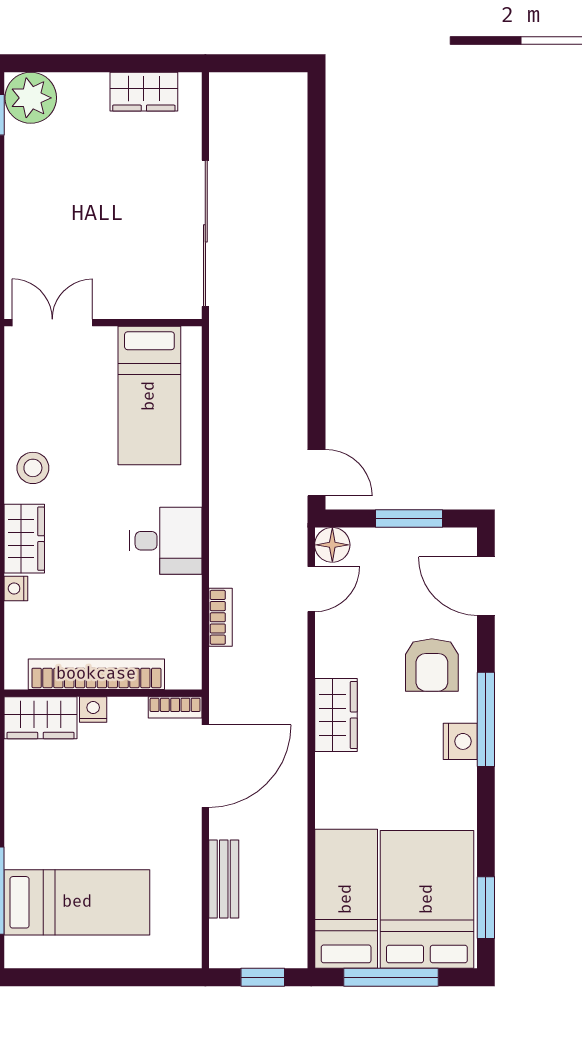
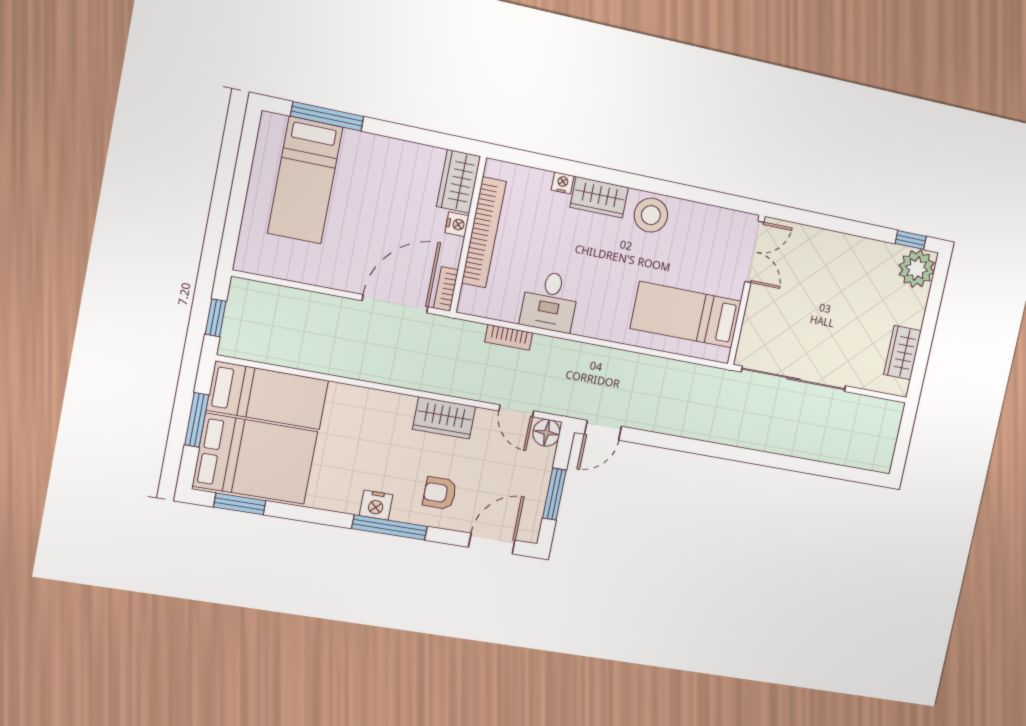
stool: (33, 468) -> (651, 215), width x1.38, depth x1.38
desk: (166, 541) -> (550, 301), moved
armchair: (432, 665) -> (440, 493), width x0.72, depth x0.72
wardrobe: (336, 715) -> (444, 418), moved
door: (205, 766) -> (395, 304), swing flipped
bench: (224, 879) -> (302, 301), removed
window: (391, 977) -> (197, 420), width x0.69

